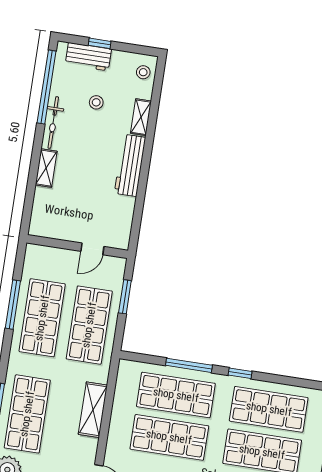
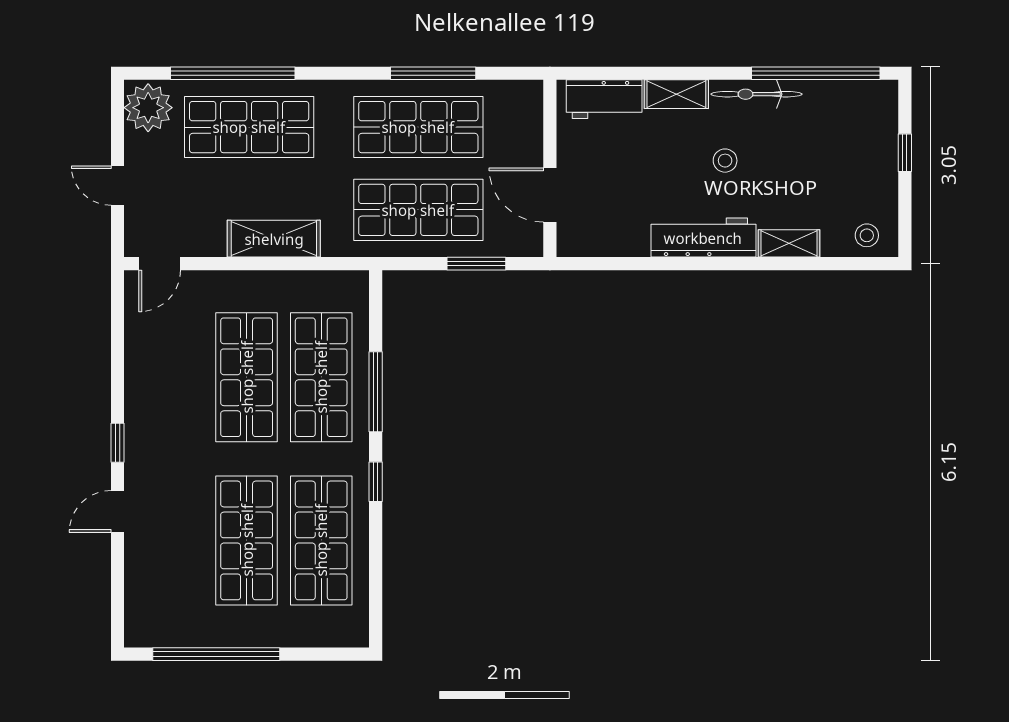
workbench: (88, 57) -> (604, 99), moved, turned -90
stool: (96, 102) -> (725, 161), moved
door: (92, 249) -> (550, 195), width x1.37

